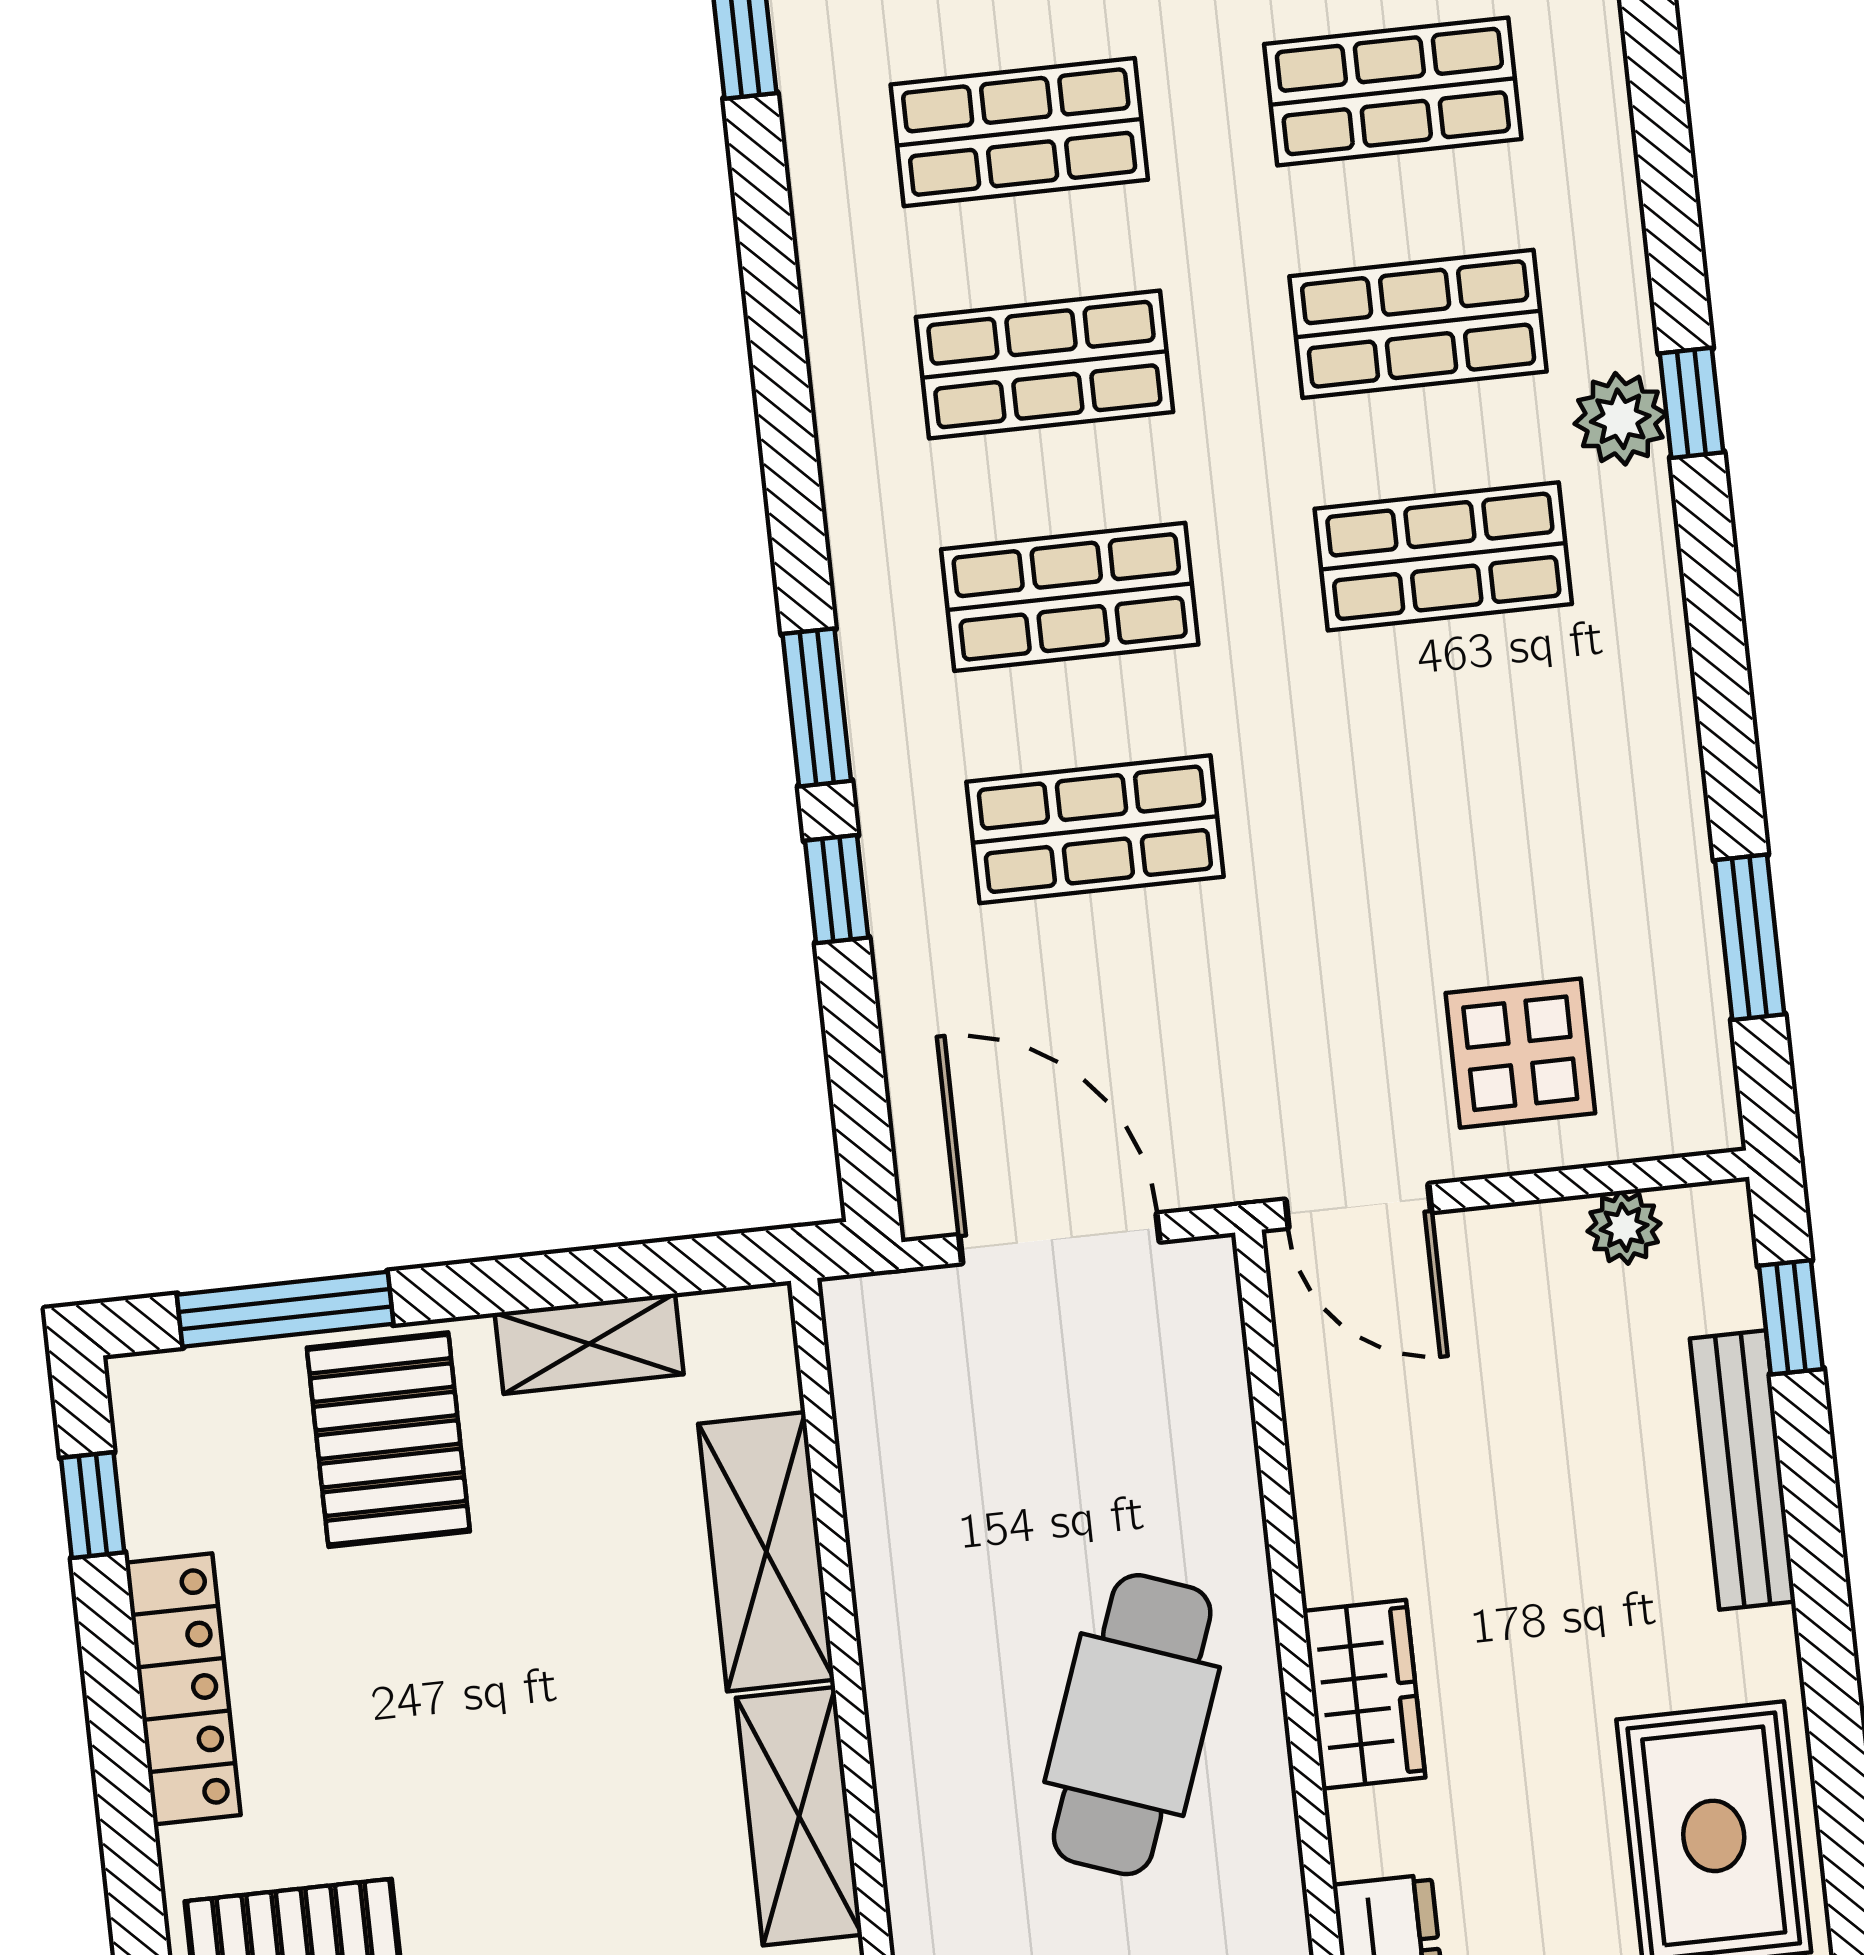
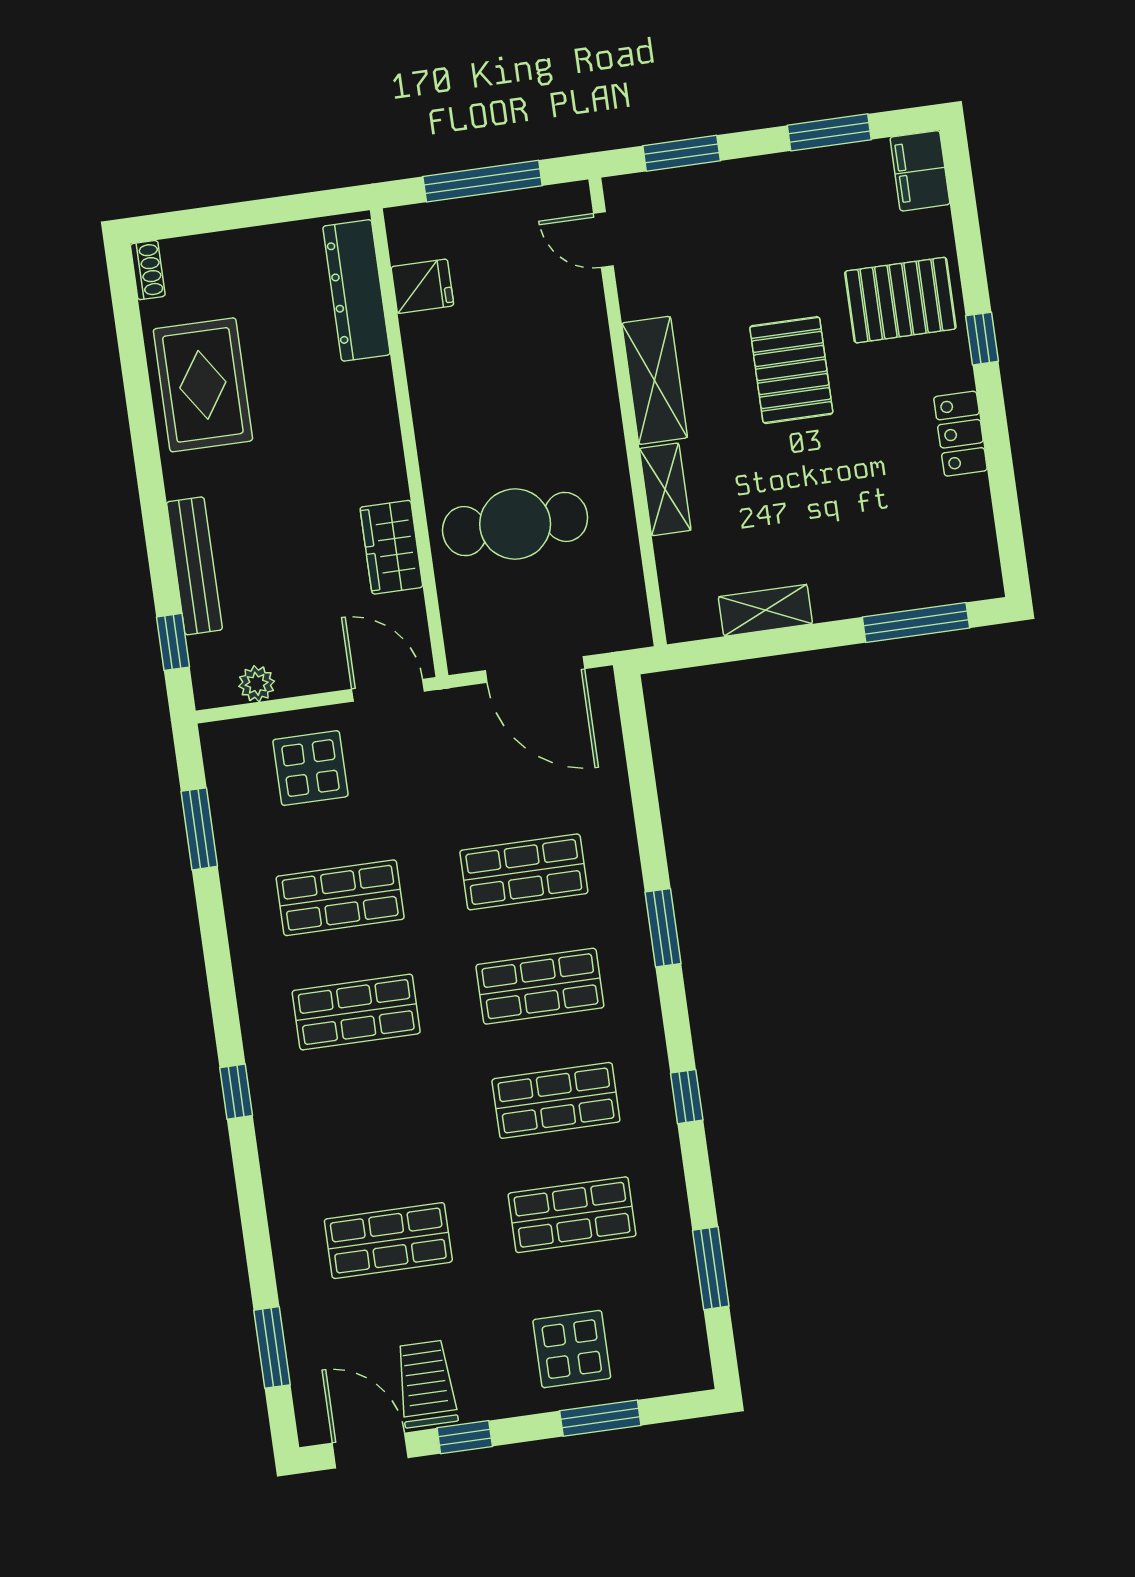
shop shelf: (1418, 324) -> (340, 898), moved
plant: (1620, 419) -> (271, 1083), removed
window: (837, 889) -> (687, 1097), moved
pallet: (388, 1440) -> (791, 370), moved
window: (93, 1505) -> (982, 339), moved
shelving: (766, 1552) -> (665, 489), width x0.67, depth x0.75
locker: (183, 1689) -> (960, 434), width x0.66
wardrobe: (1364, 1694) -> (391, 547), moved
cafe table: (1132, 1725) -> (515, 524), moved, turned 70

